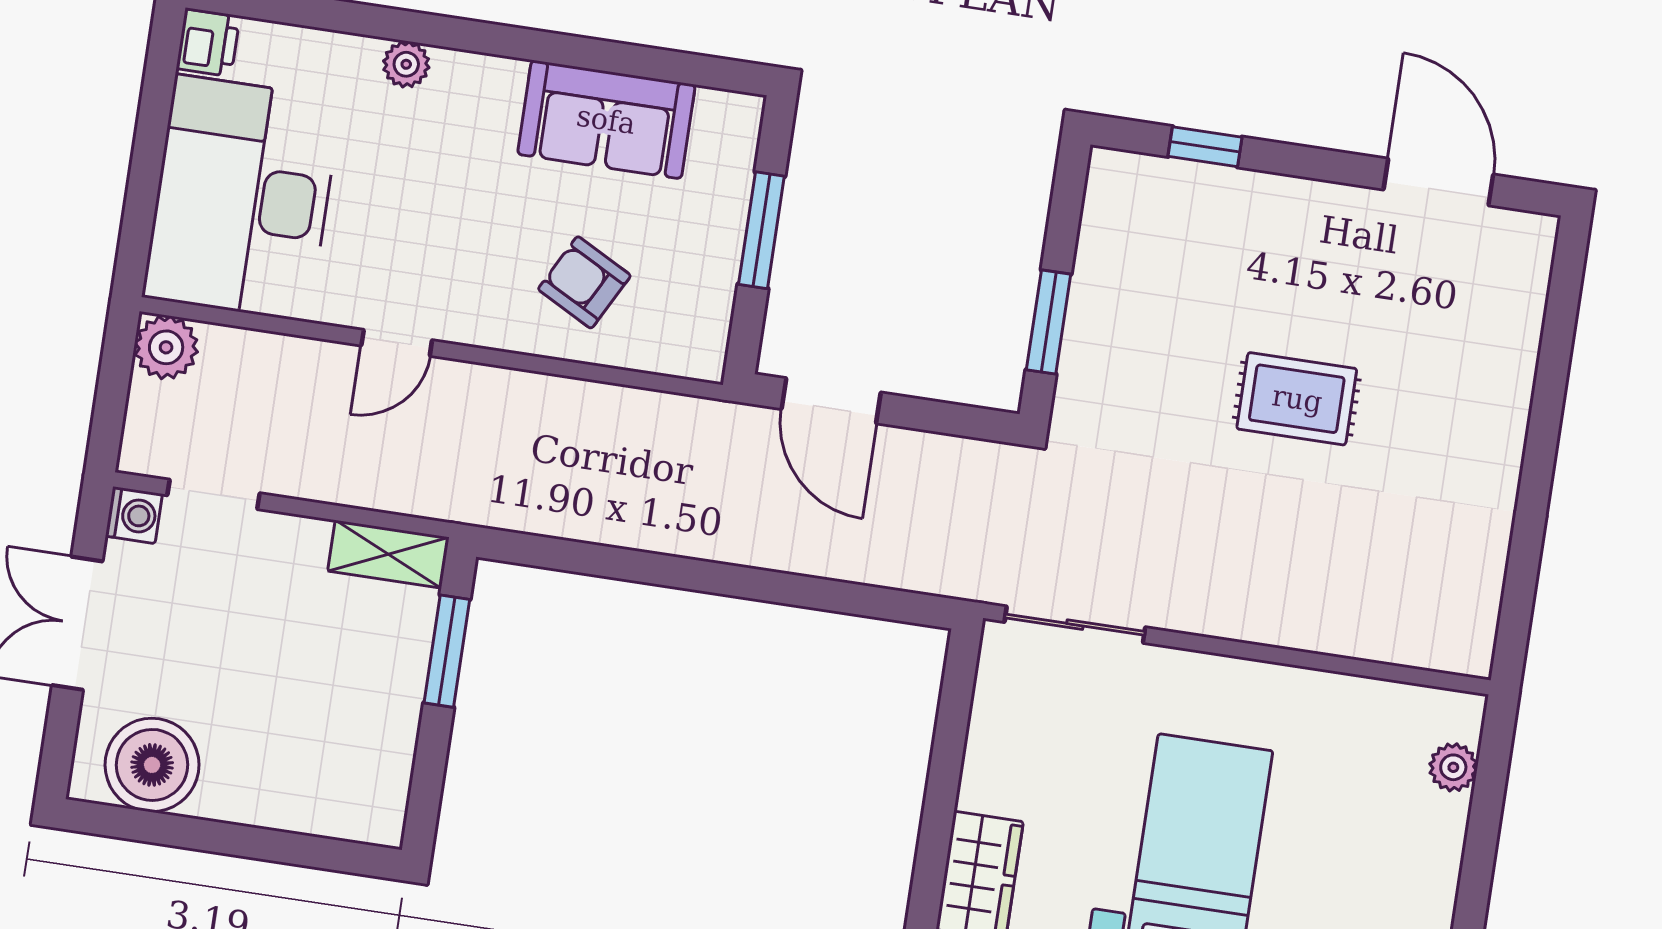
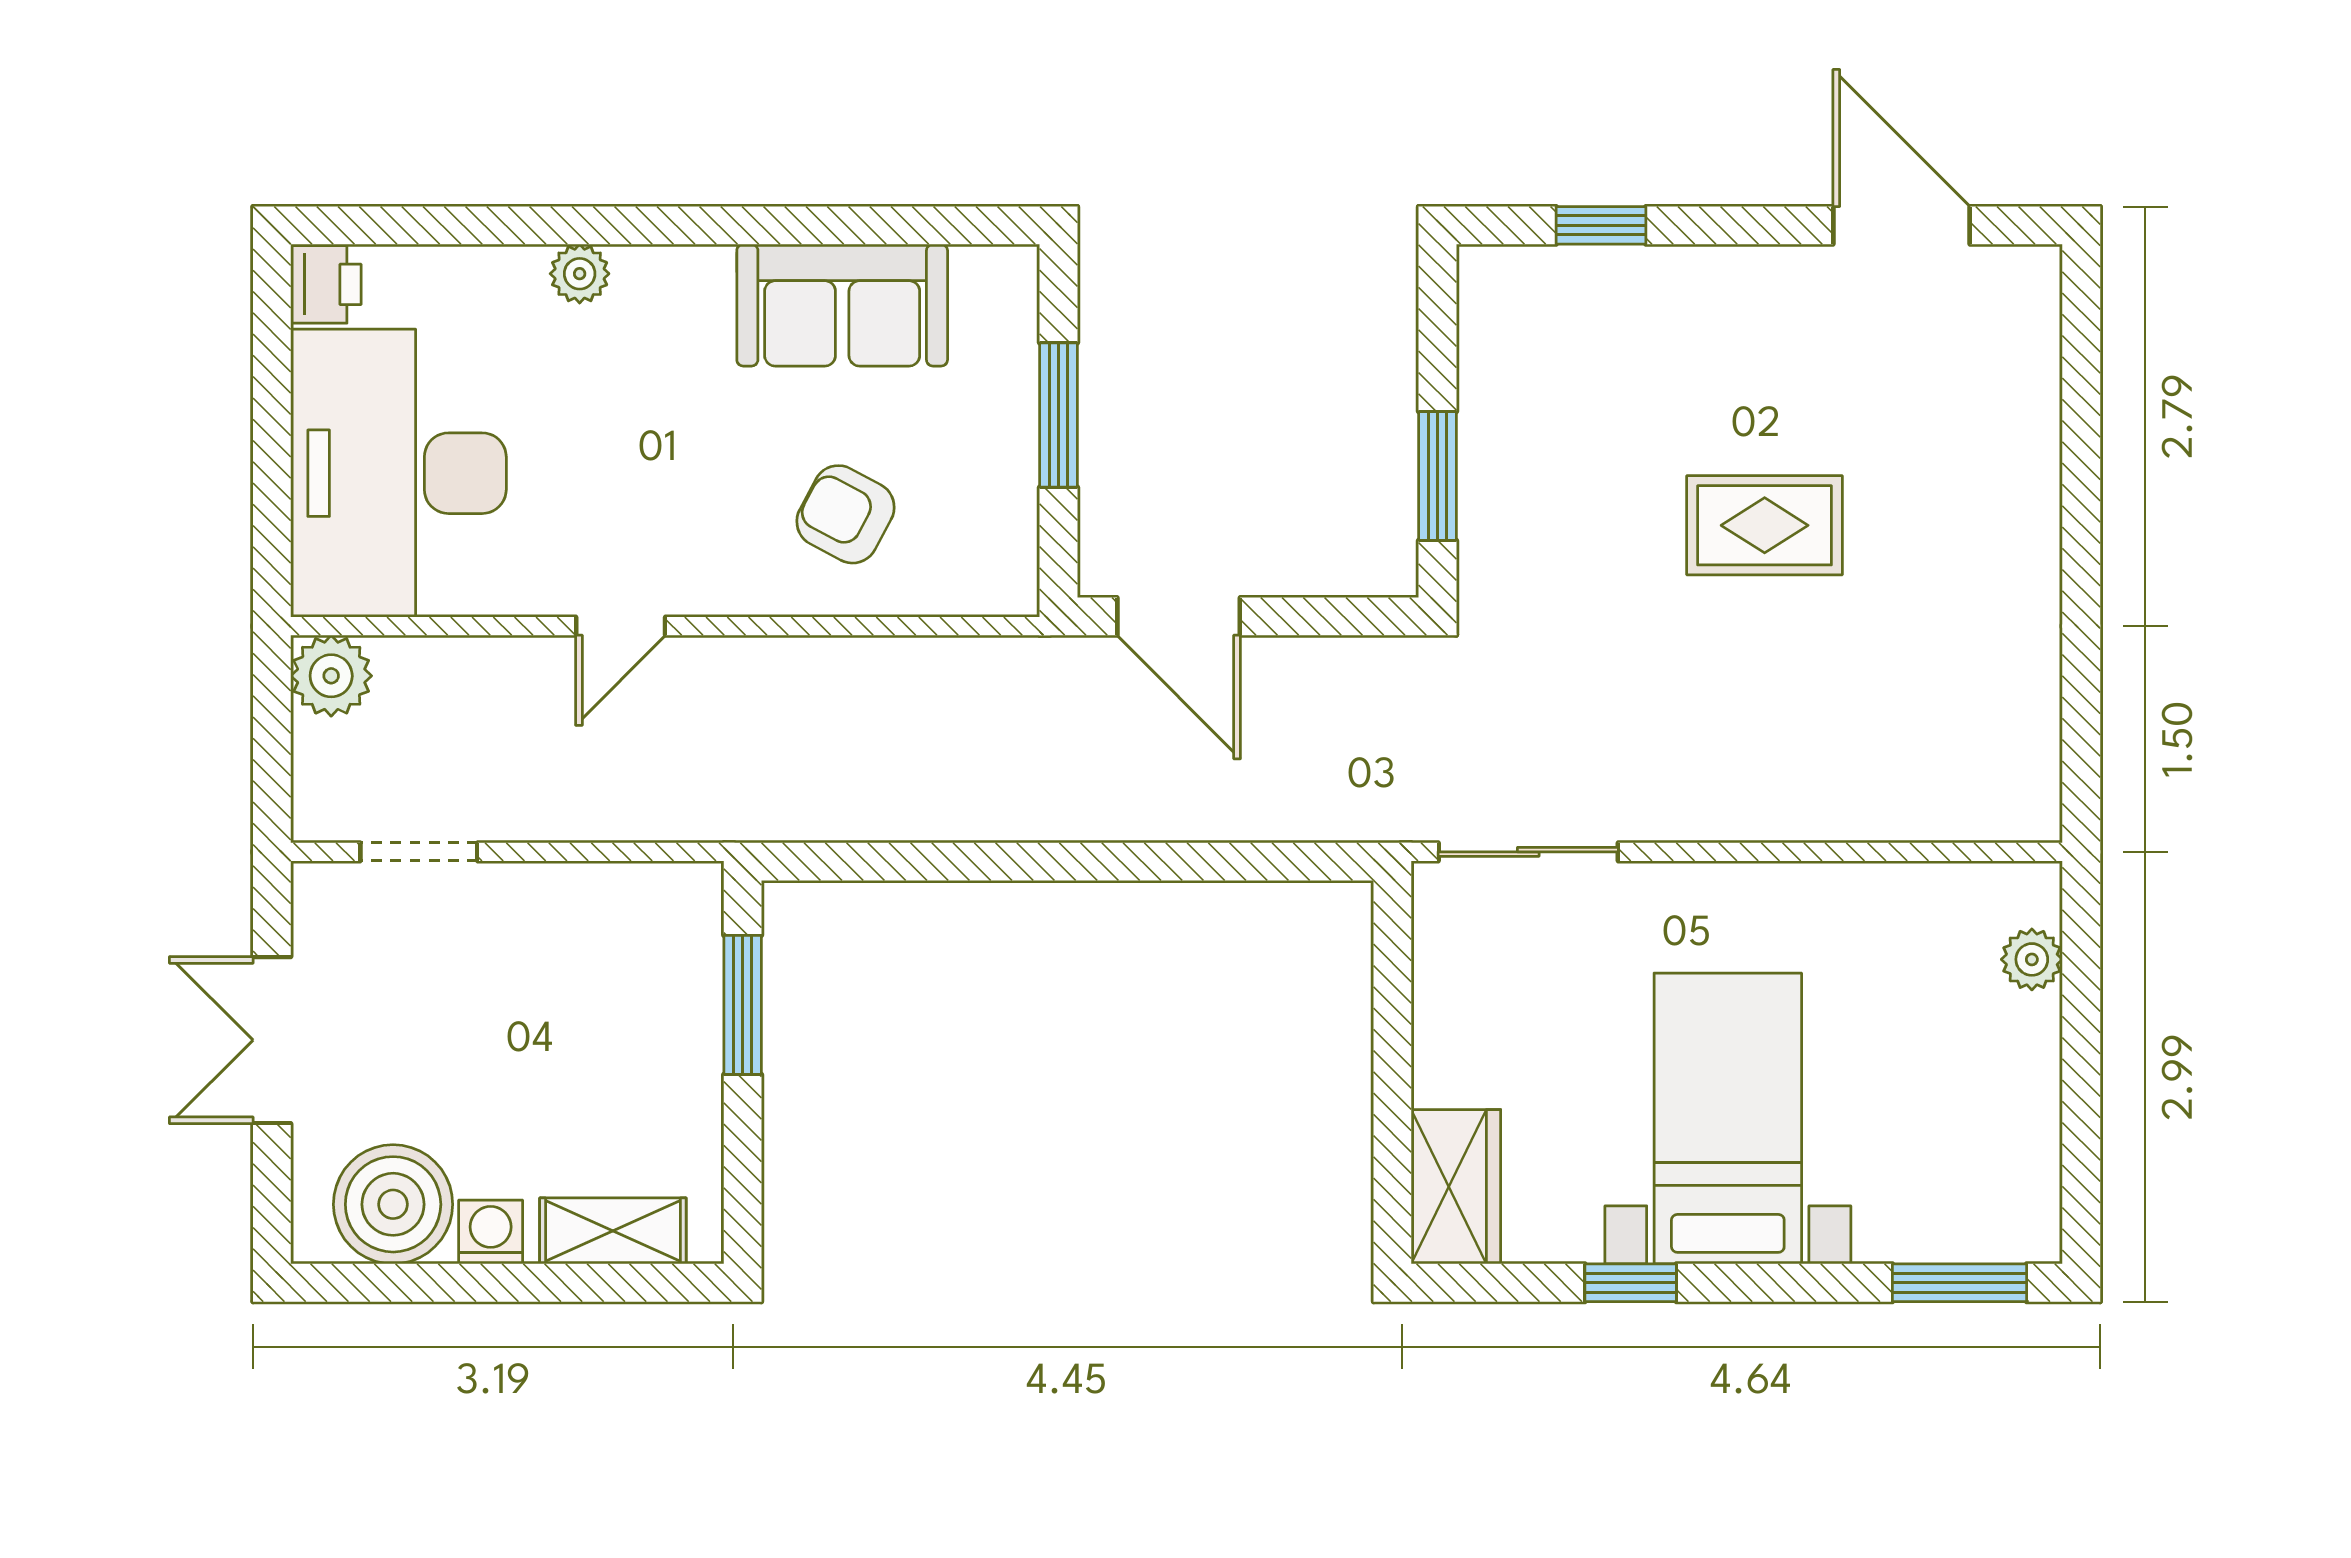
washing machine: (134, 515) -> (491, 1232), moved, turned -90
shelving: (388, 554) -> (613, 1231), moved

